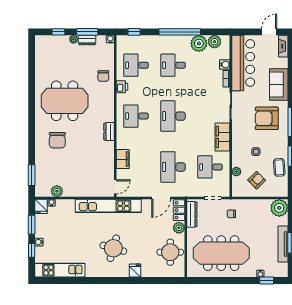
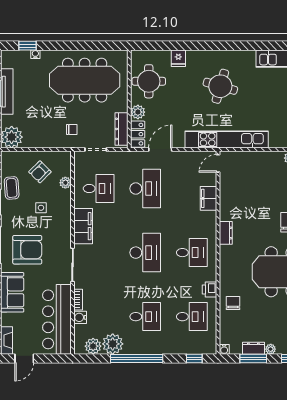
fridge: (135, 271) -> (178, 58), moved

